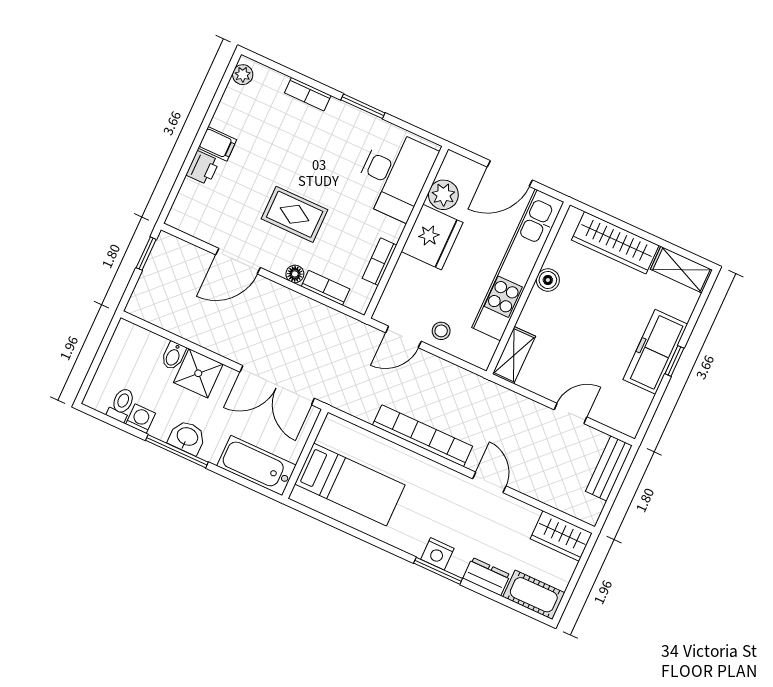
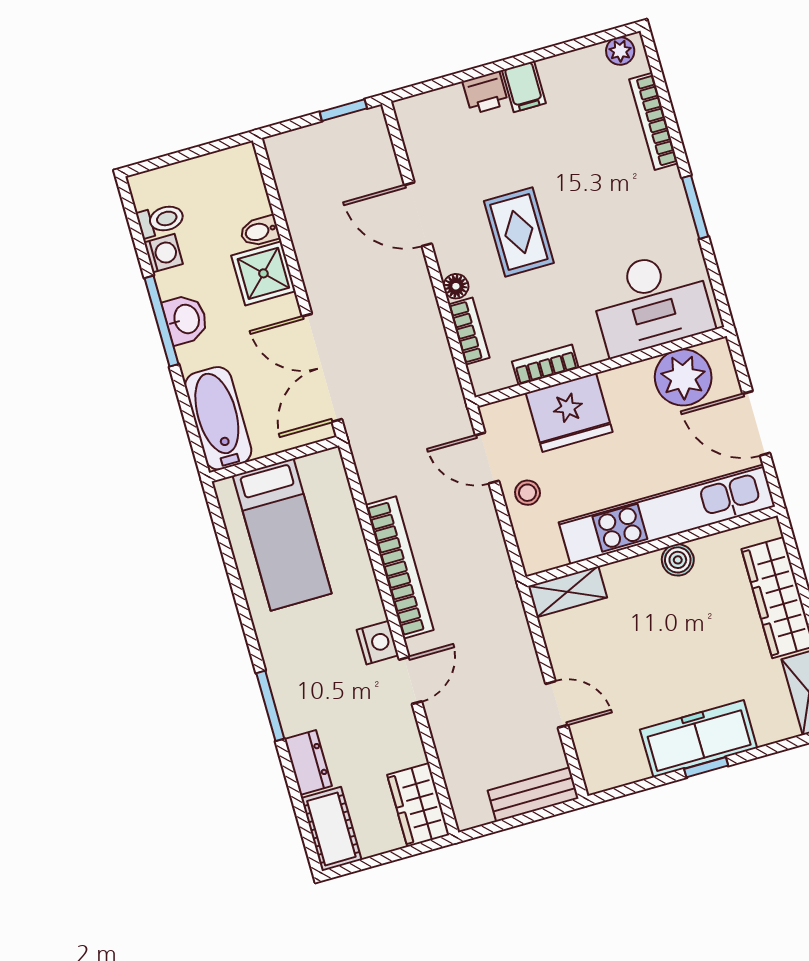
bookcase: (308, 94) -> (654, 121), width x1.56
plant: (443, 195) -> (683, 377), width x1.36, depth x1.36
fridge: (432, 237) -> (569, 412), moved
nightstand: (437, 554) -> (378, 643), moved, turned 180

